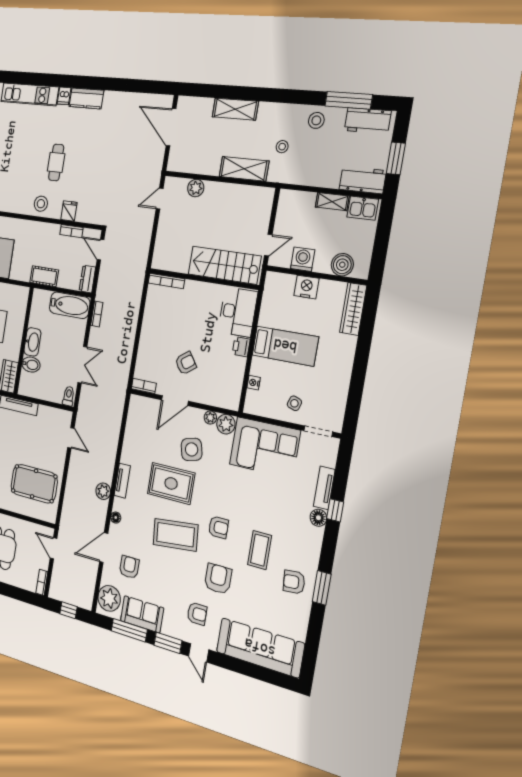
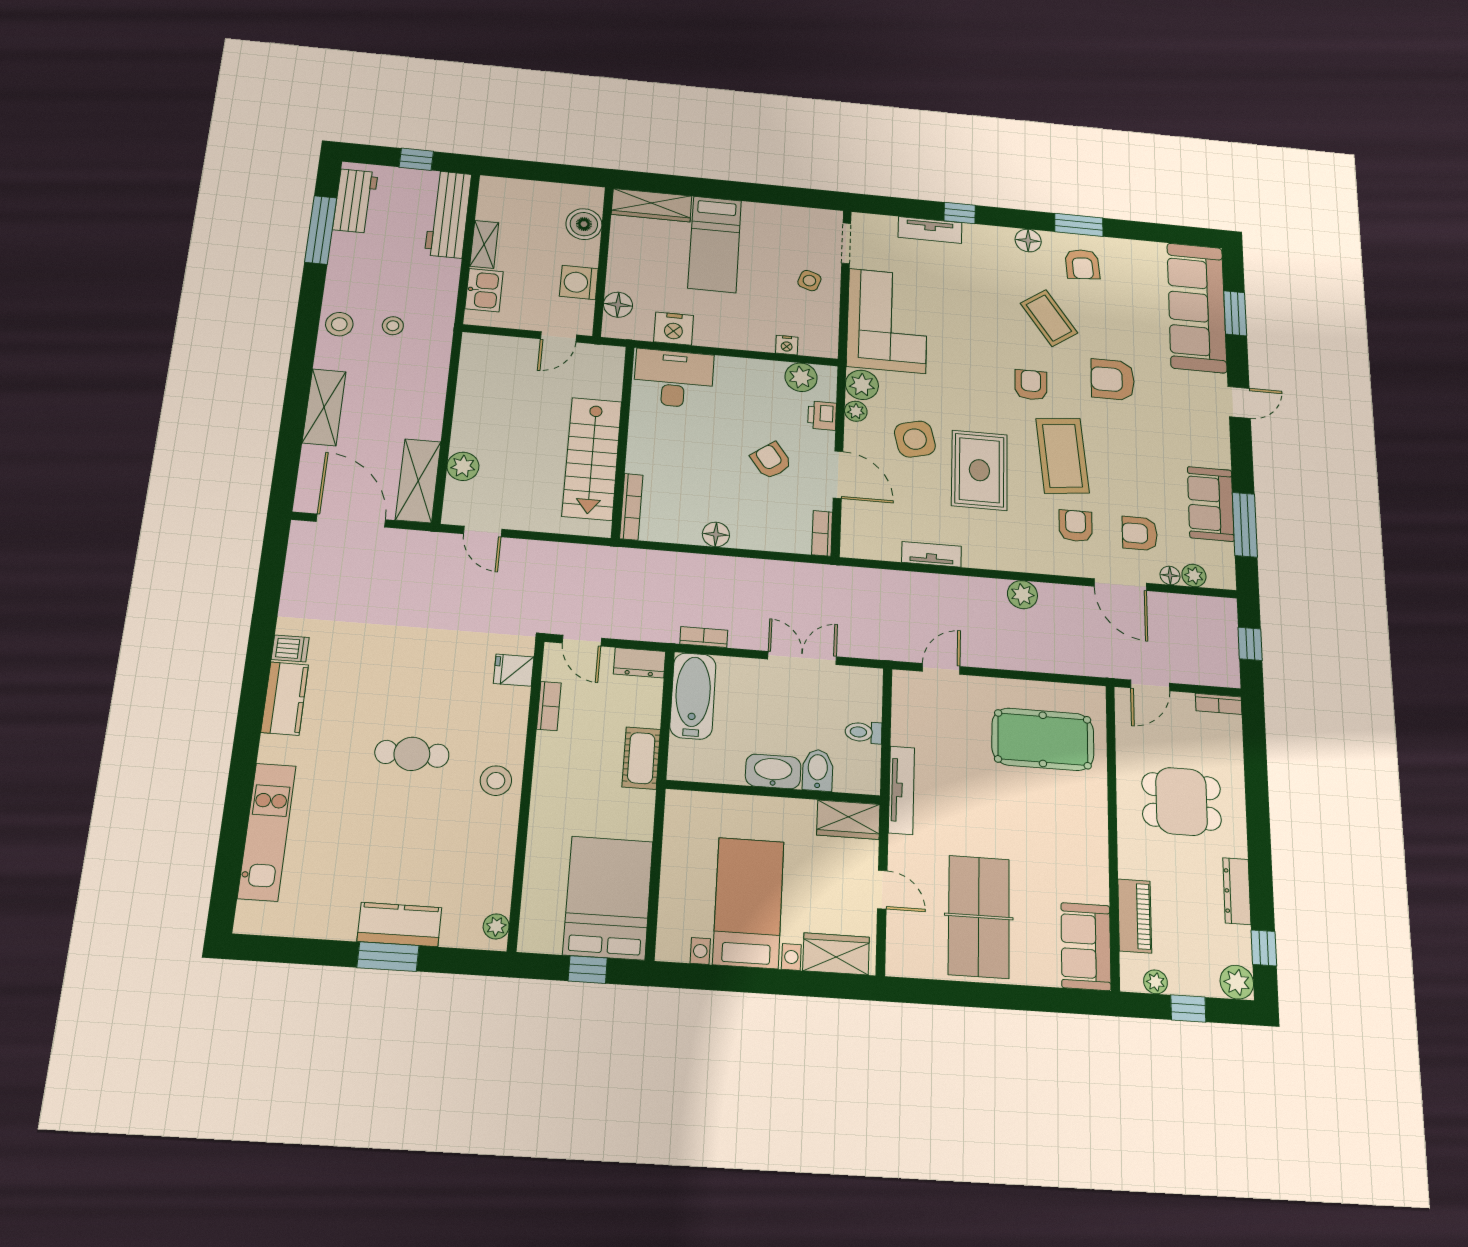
dishwasher: (64, 96) -> (290, 648), moved
stool: (316, 120) -> (339, 324), moved
door: (171, 127) -> (351, 521), swing flipped
window: (396, 158) -> (416, 159), width x0.67
shelving: (244, 169) -> (418, 481), moved
workbench: (363, 180) -> (448, 214), width x1.38
kitchen sink: (363, 208) -> (484, 290), moved
fridge: (69, 211) -> (514, 670), moved
door: (268, 245) -> (558, 337), swing flipped
door: (101, 250) -> (582, 641), hinge flipped
stairs: (224, 265) -> (592, 459), moved
floor lamp: (286, 282) -> (618, 305), added
nightstand: (306, 287) -> (674, 329), moved, turned -90
floor lamp: (148, 327) -> (716, 534), added
bed: (285, 346) -> (715, 244), moved, turned 180
printer: (241, 347) -> (822, 416), moved, turned 90
plant: (233, 388) -> (801, 377), added
toilet: (69, 396) -> (863, 732), moved
tv unit: (122, 481) -> (932, 554), moved
pool table: (34, 484) -> (1043, 739), turned 90
floor lamp: (116, 518) -> (1170, 575), moved
floor lamp: (318, 518) -> (1028, 241), moved
coffee table: (260, 550) -> (1049, 318), turned 55
plant: (109, 598) -> (1194, 575), width x0.53, depth x0.53
armchair: (197, 614) -> (1076, 526), moved
window: (168, 643) -> (1235, 313), moved

